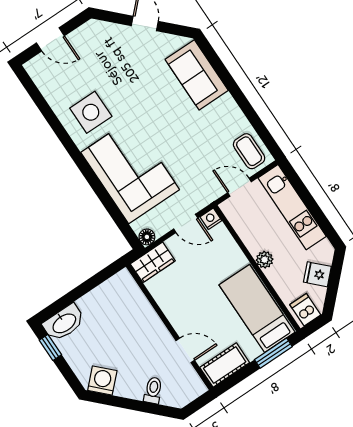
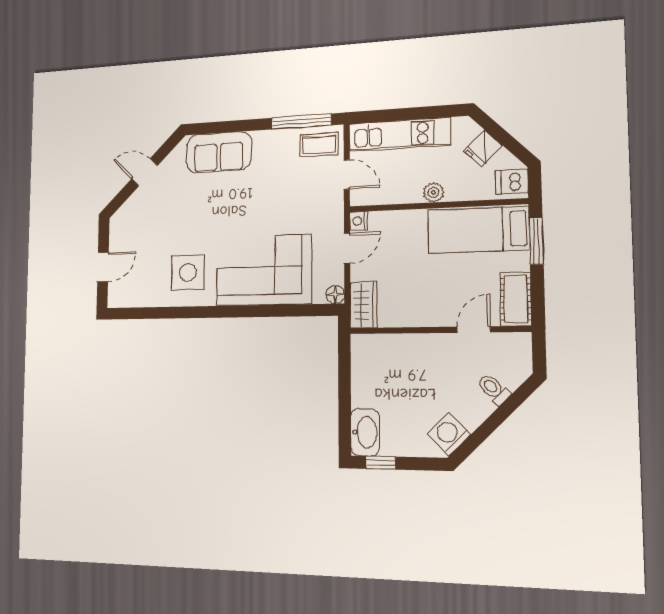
window: (258, 126) -> (301, 122), added
door: (239, 187) -> (347, 175), swing flipped

